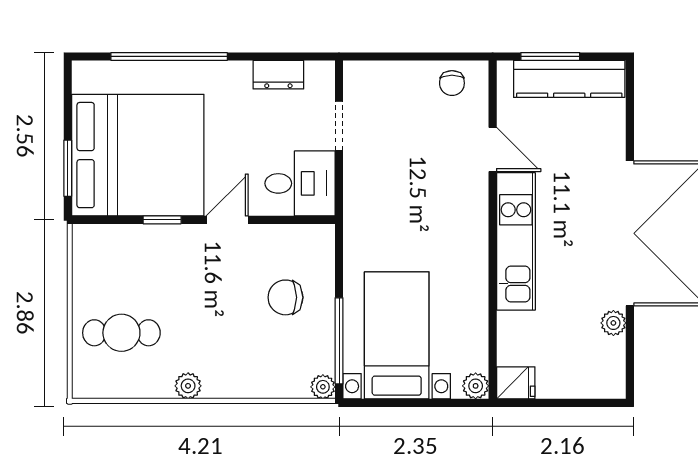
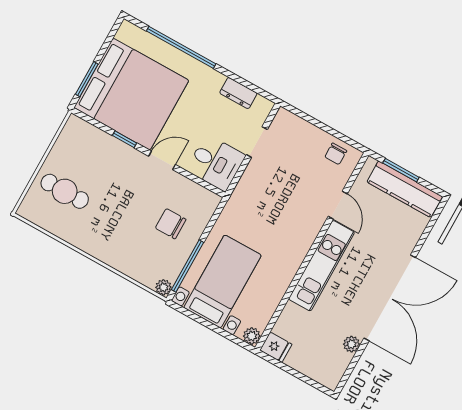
plant: (188, 386) -> (86, 243), removed

